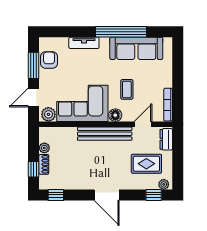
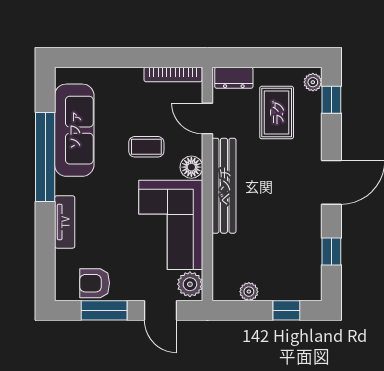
shoe rack: (44, 164) -> (278, 292), removed
window: (56, 195) -> (331, 252), moved

